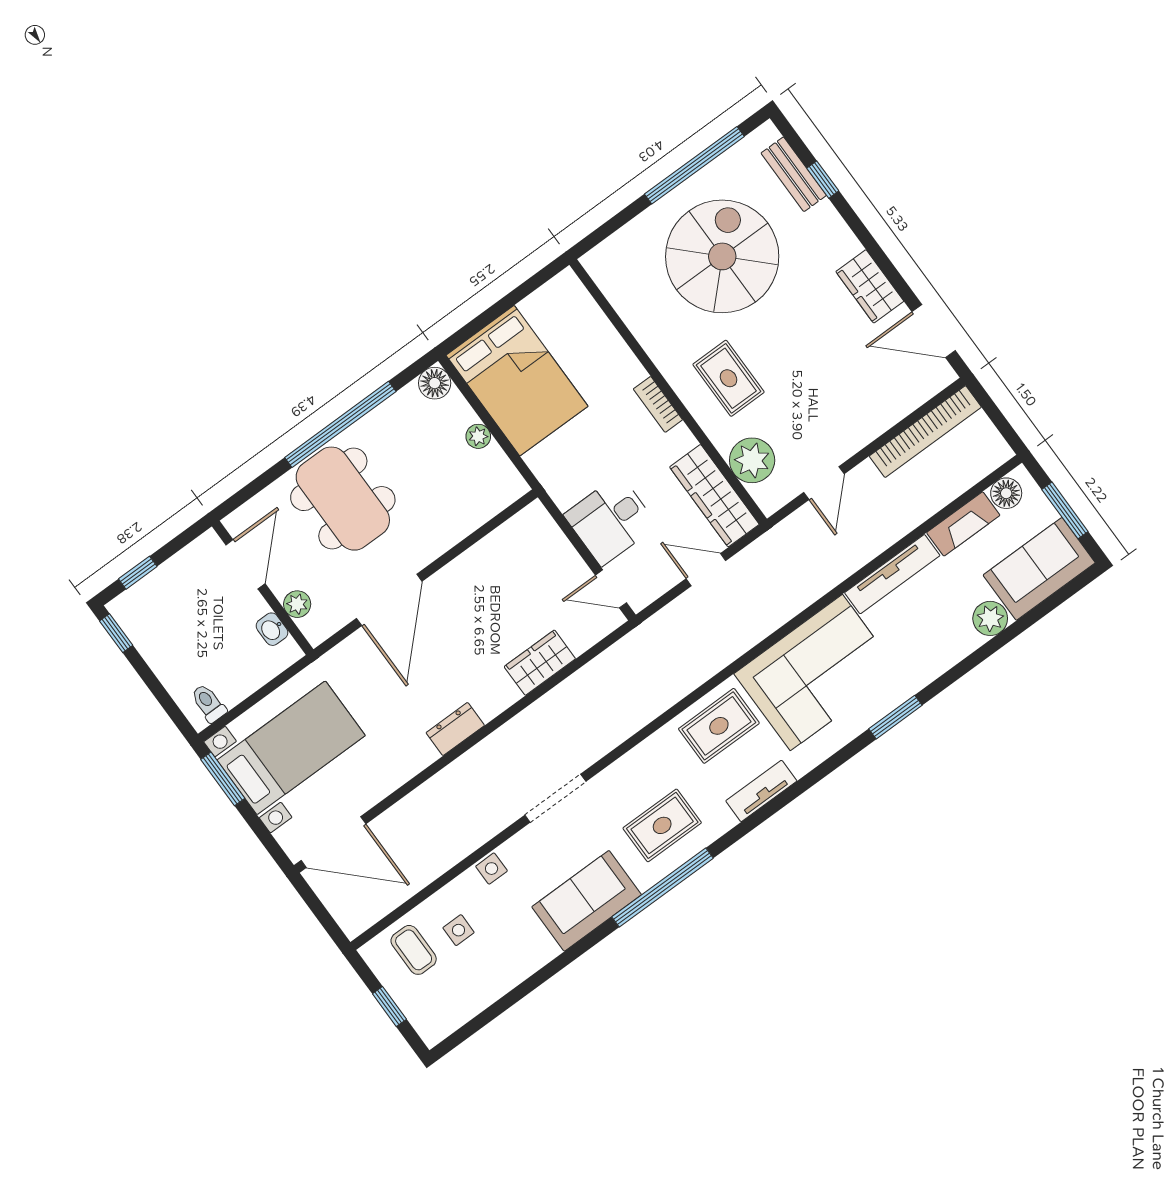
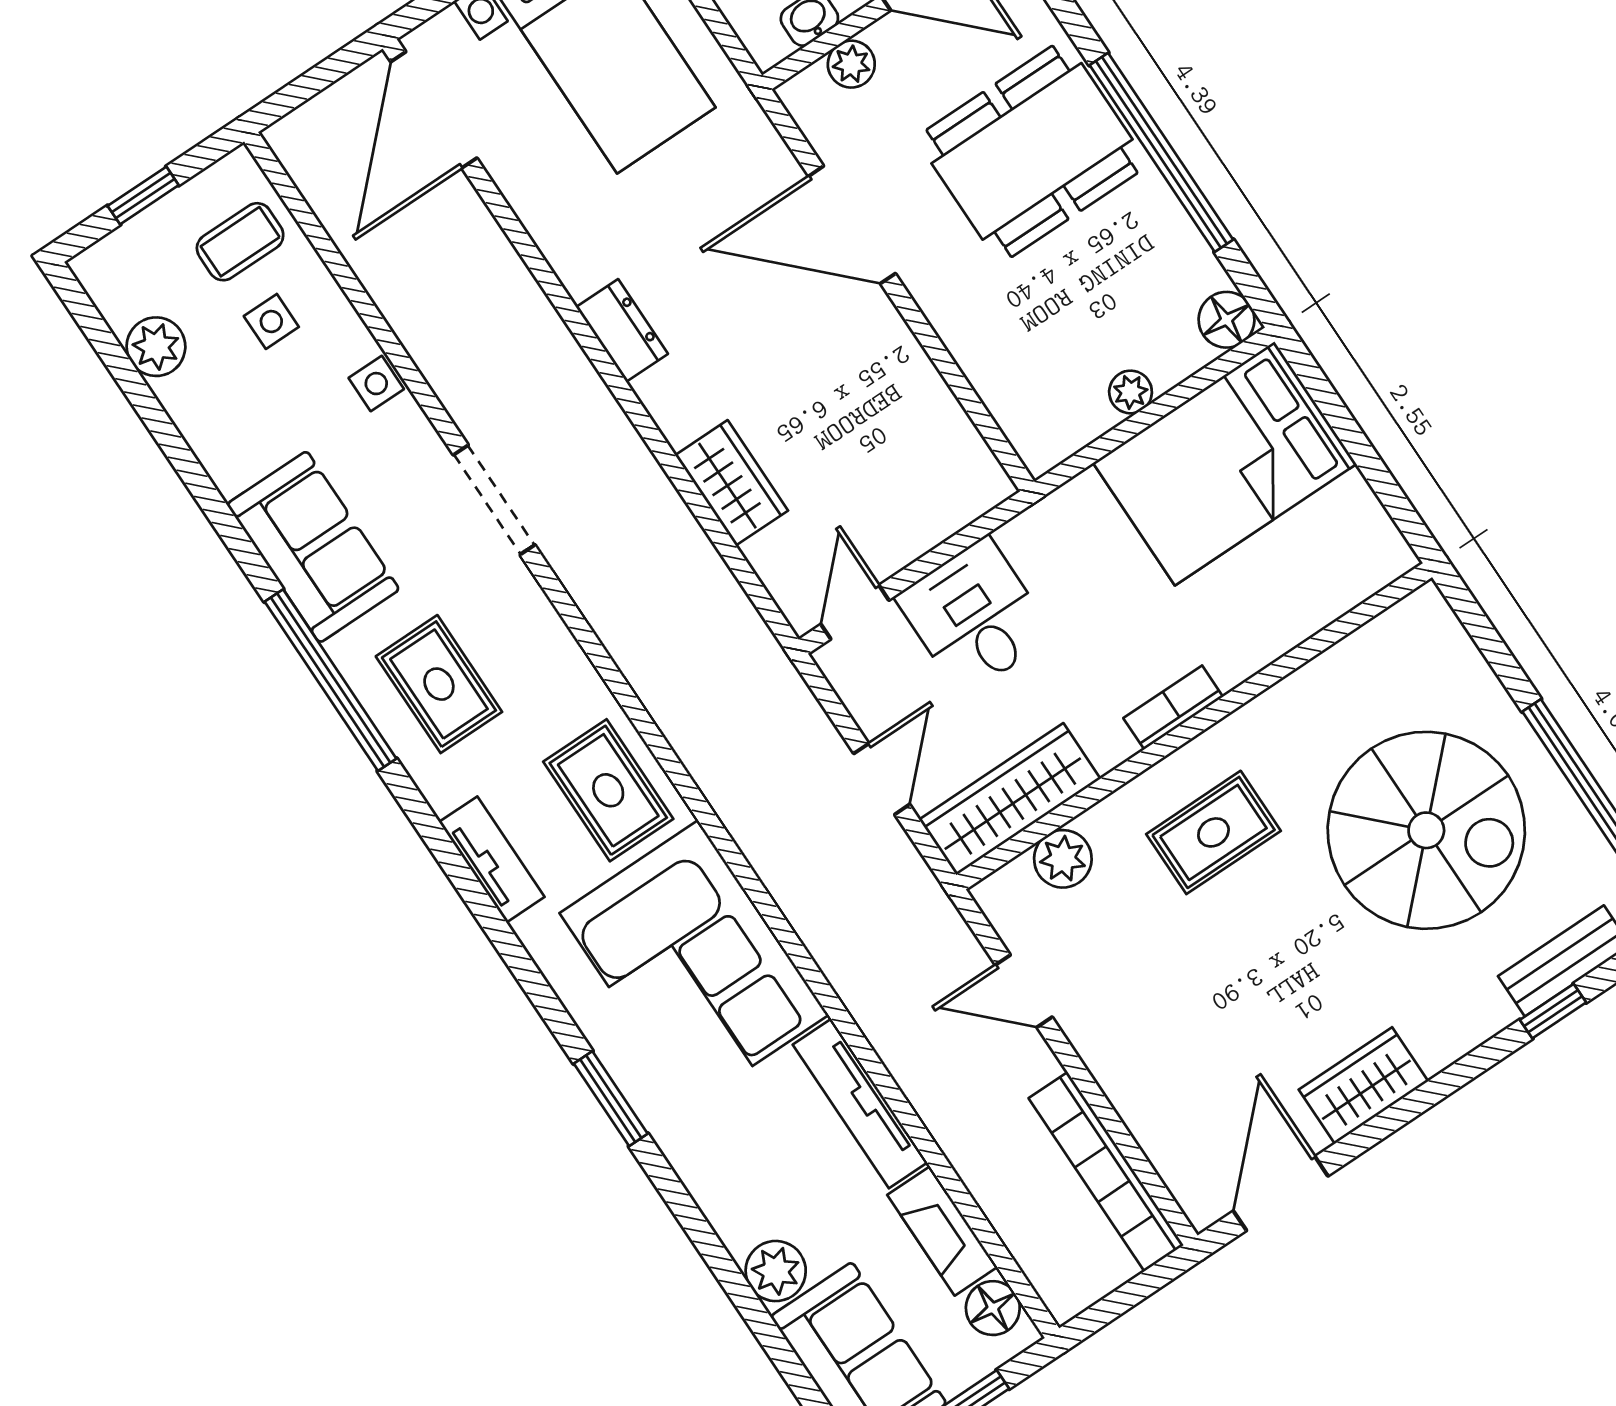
plant: (752, 460) -> (1063, 859), width x0.73, depth x0.73
plant: (476, 996) -> (156, 347), added

